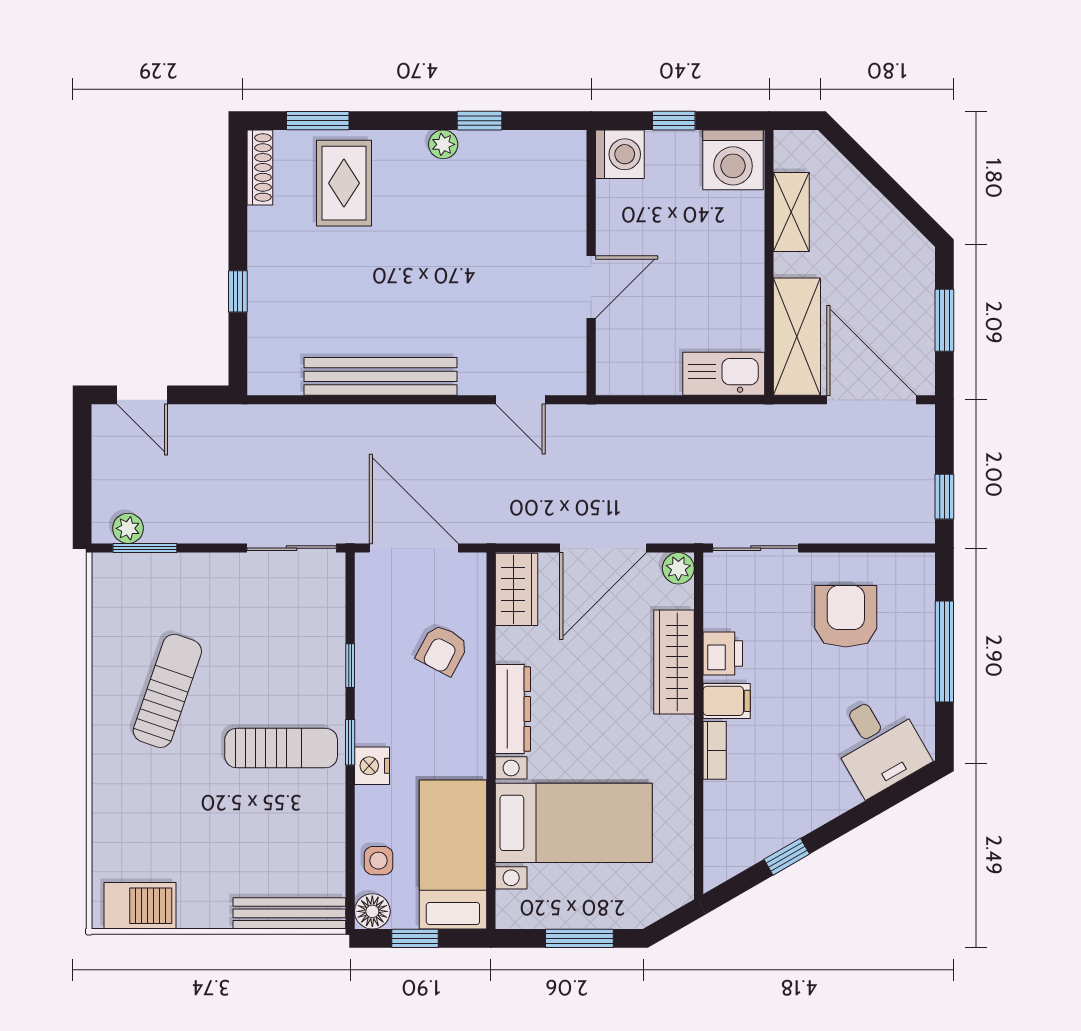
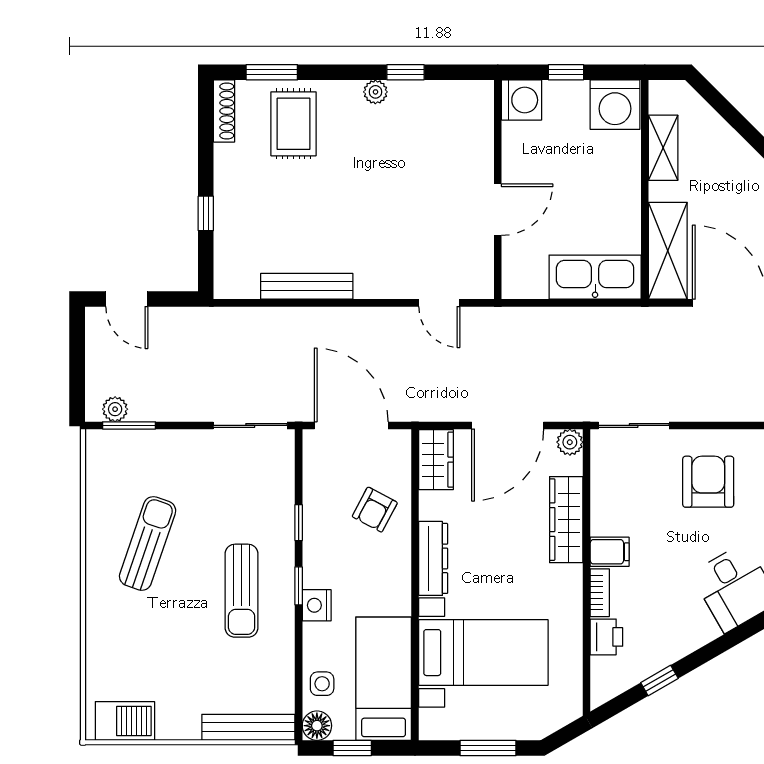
kitchen sink: (724, 374) -> (595, 277), width x1.36, depth x1.24
bench: (380, 376) -> (307, 286), width x0.73, depth x0.82
printer: (723, 653) -> (606, 637), moved
sun lounger: (281, 748) -> (242, 591), turned 90

